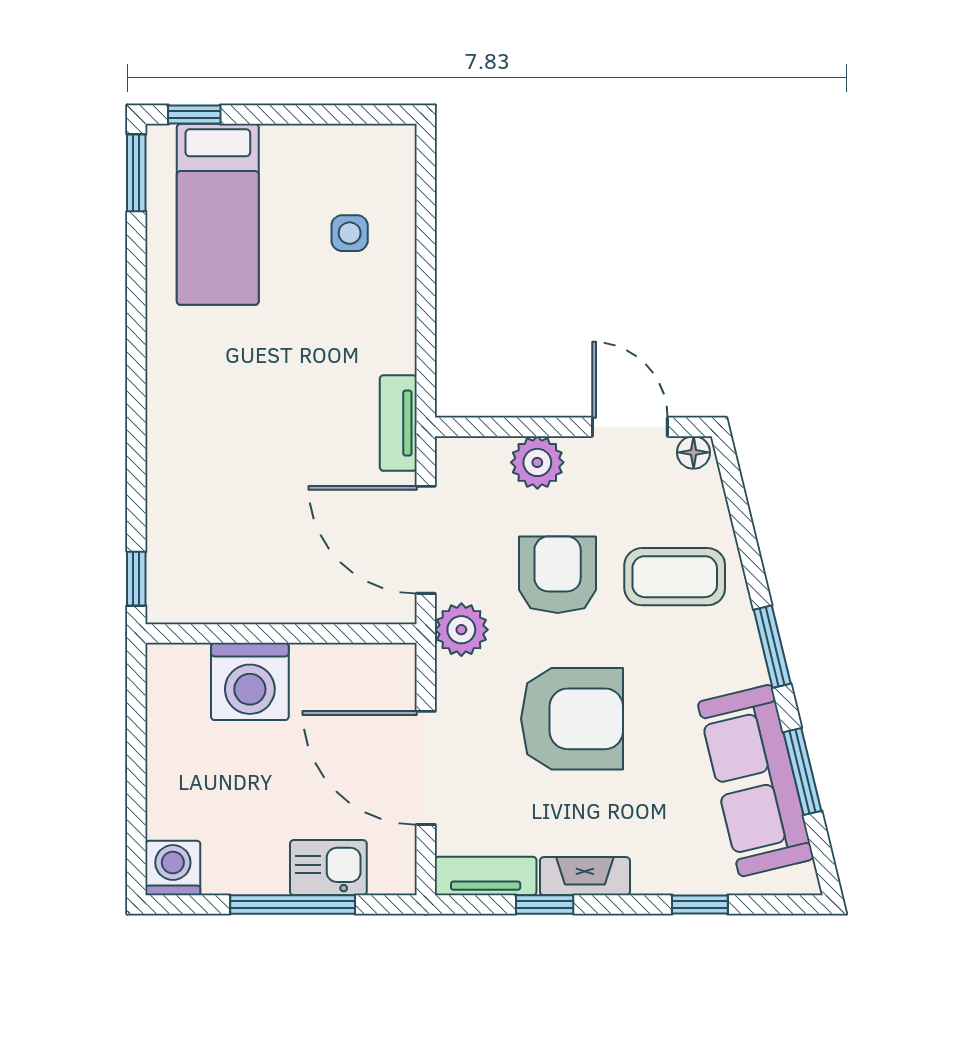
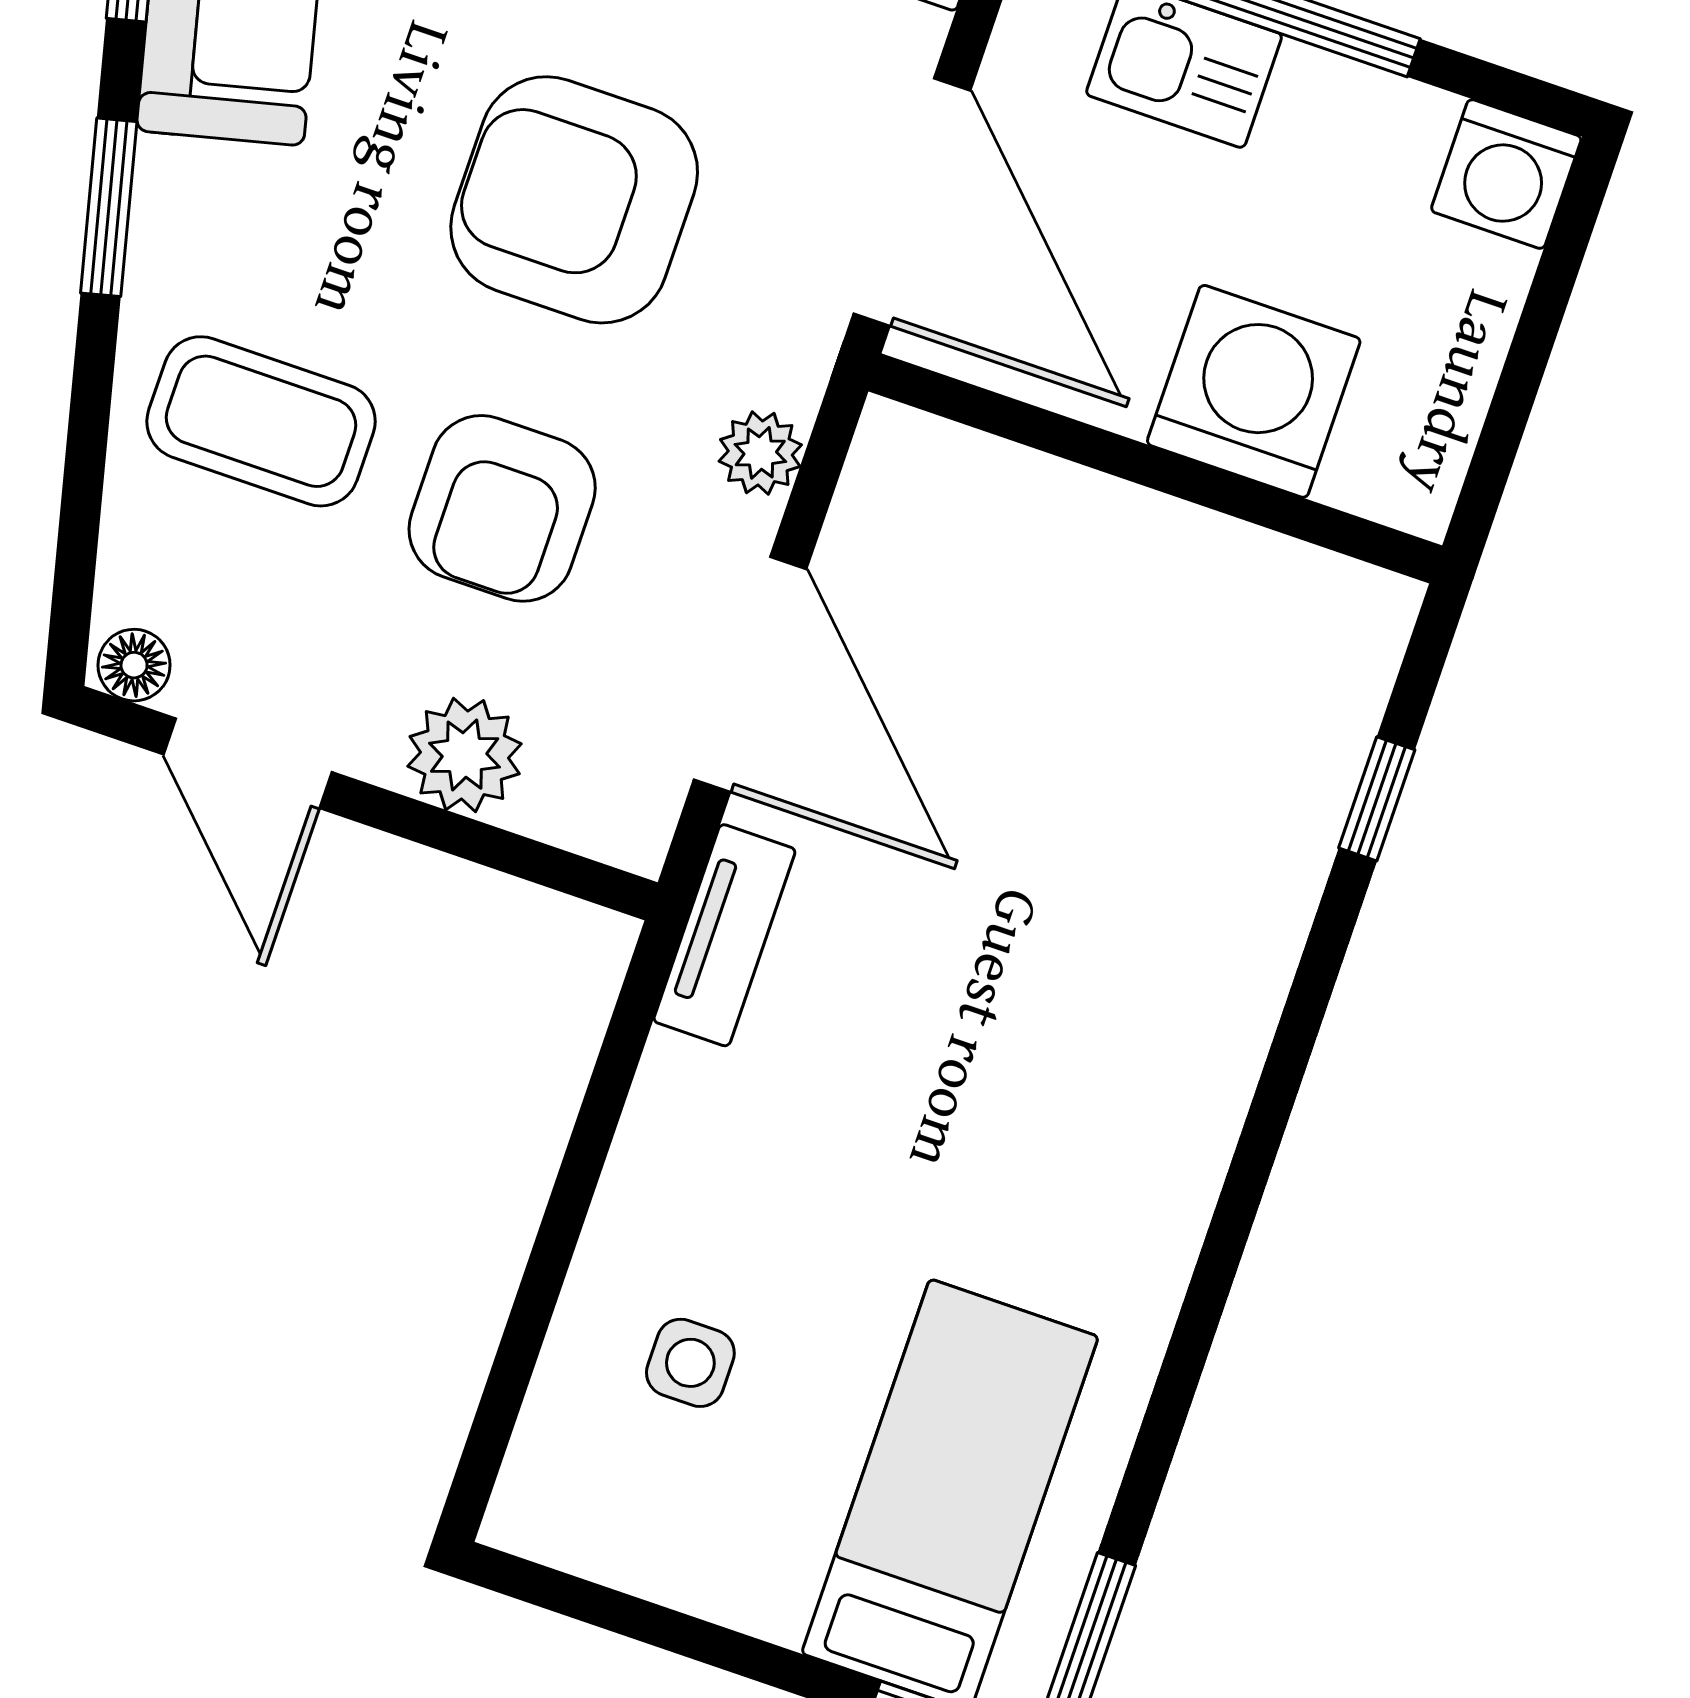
plant: (461, 630) -> (760, 453), width x0.73, depth x0.73
wall: (281, 634) -> (1155, 469), moved
washing machine: (250, 681) -> (1254, 391), moved

